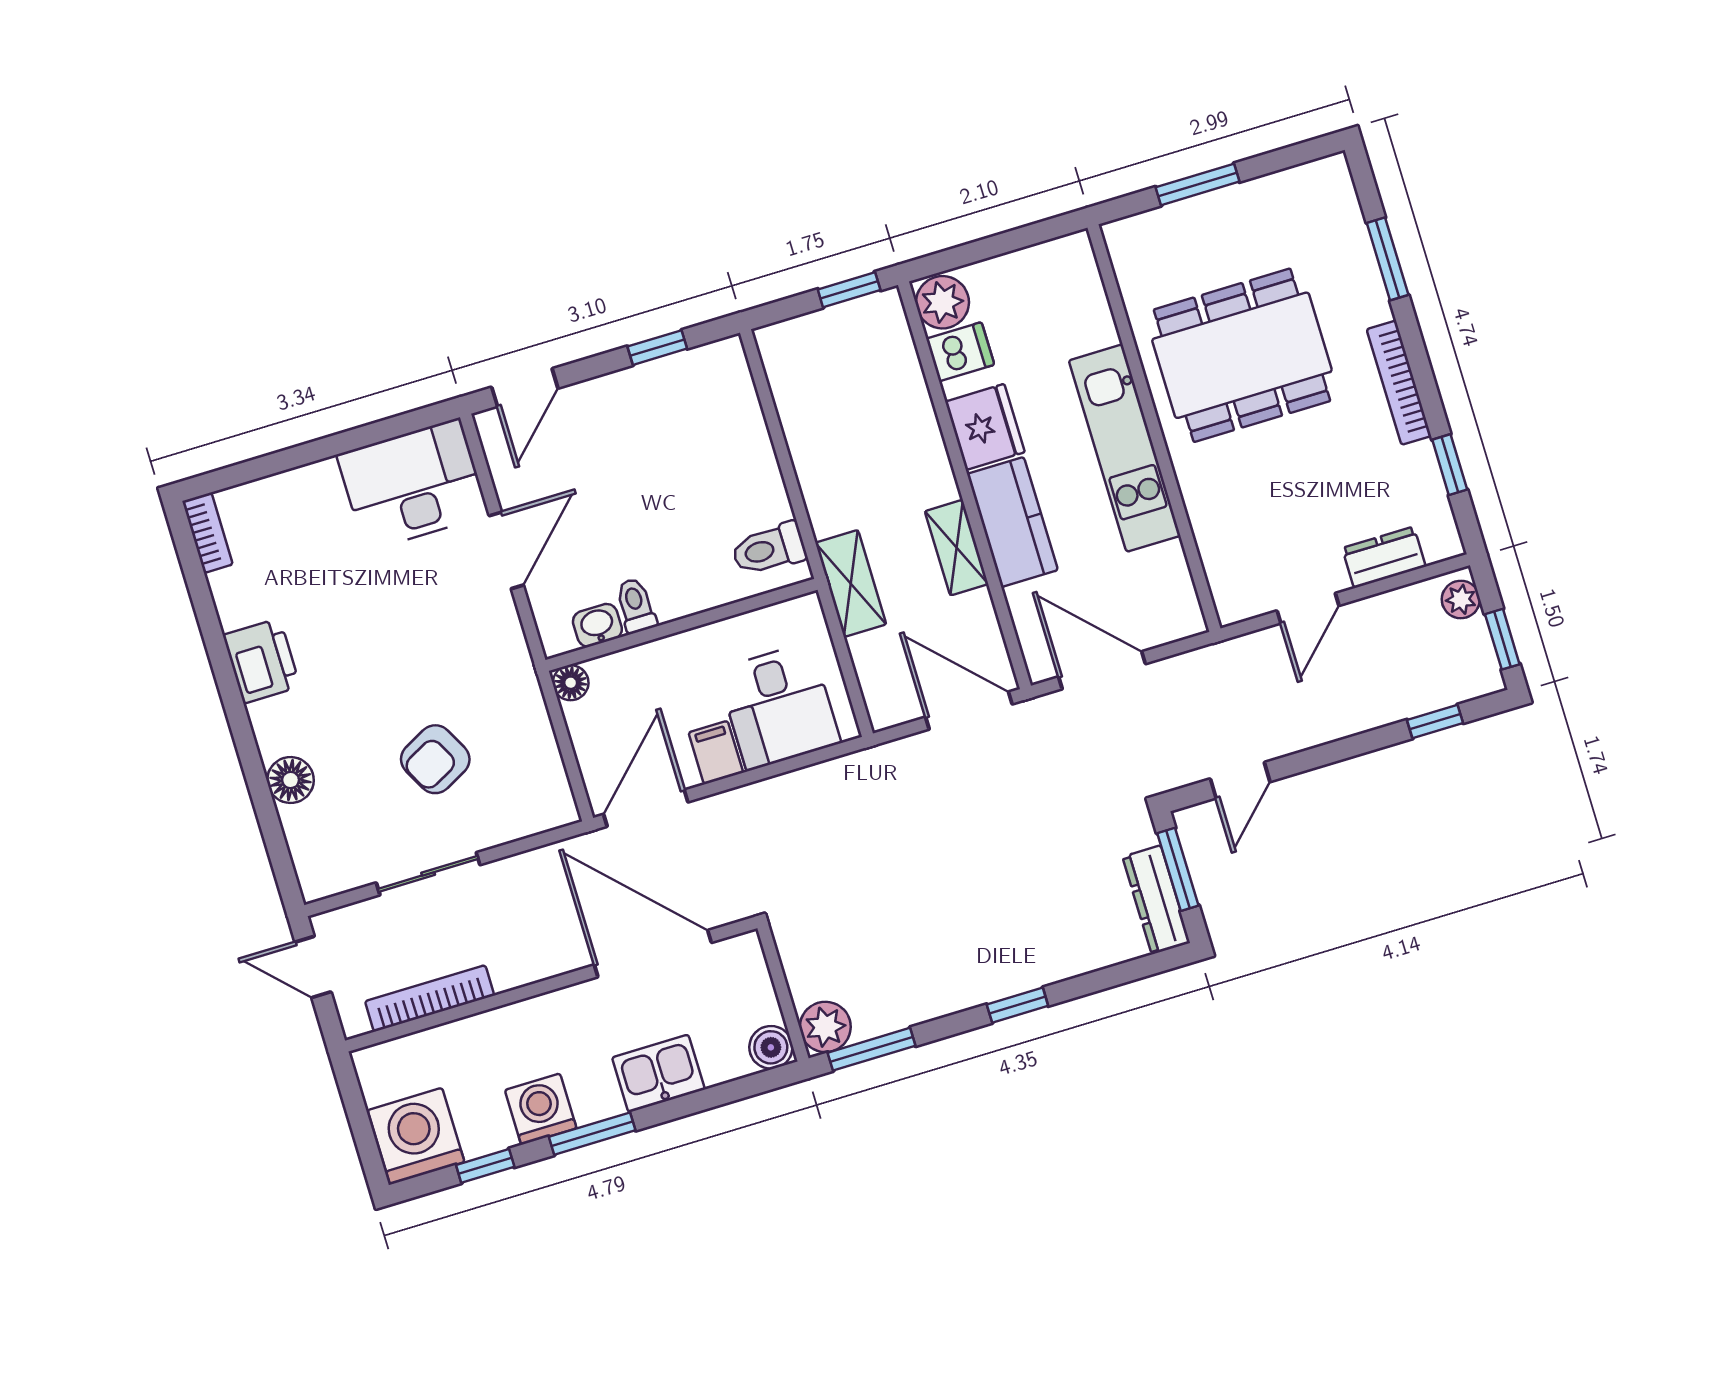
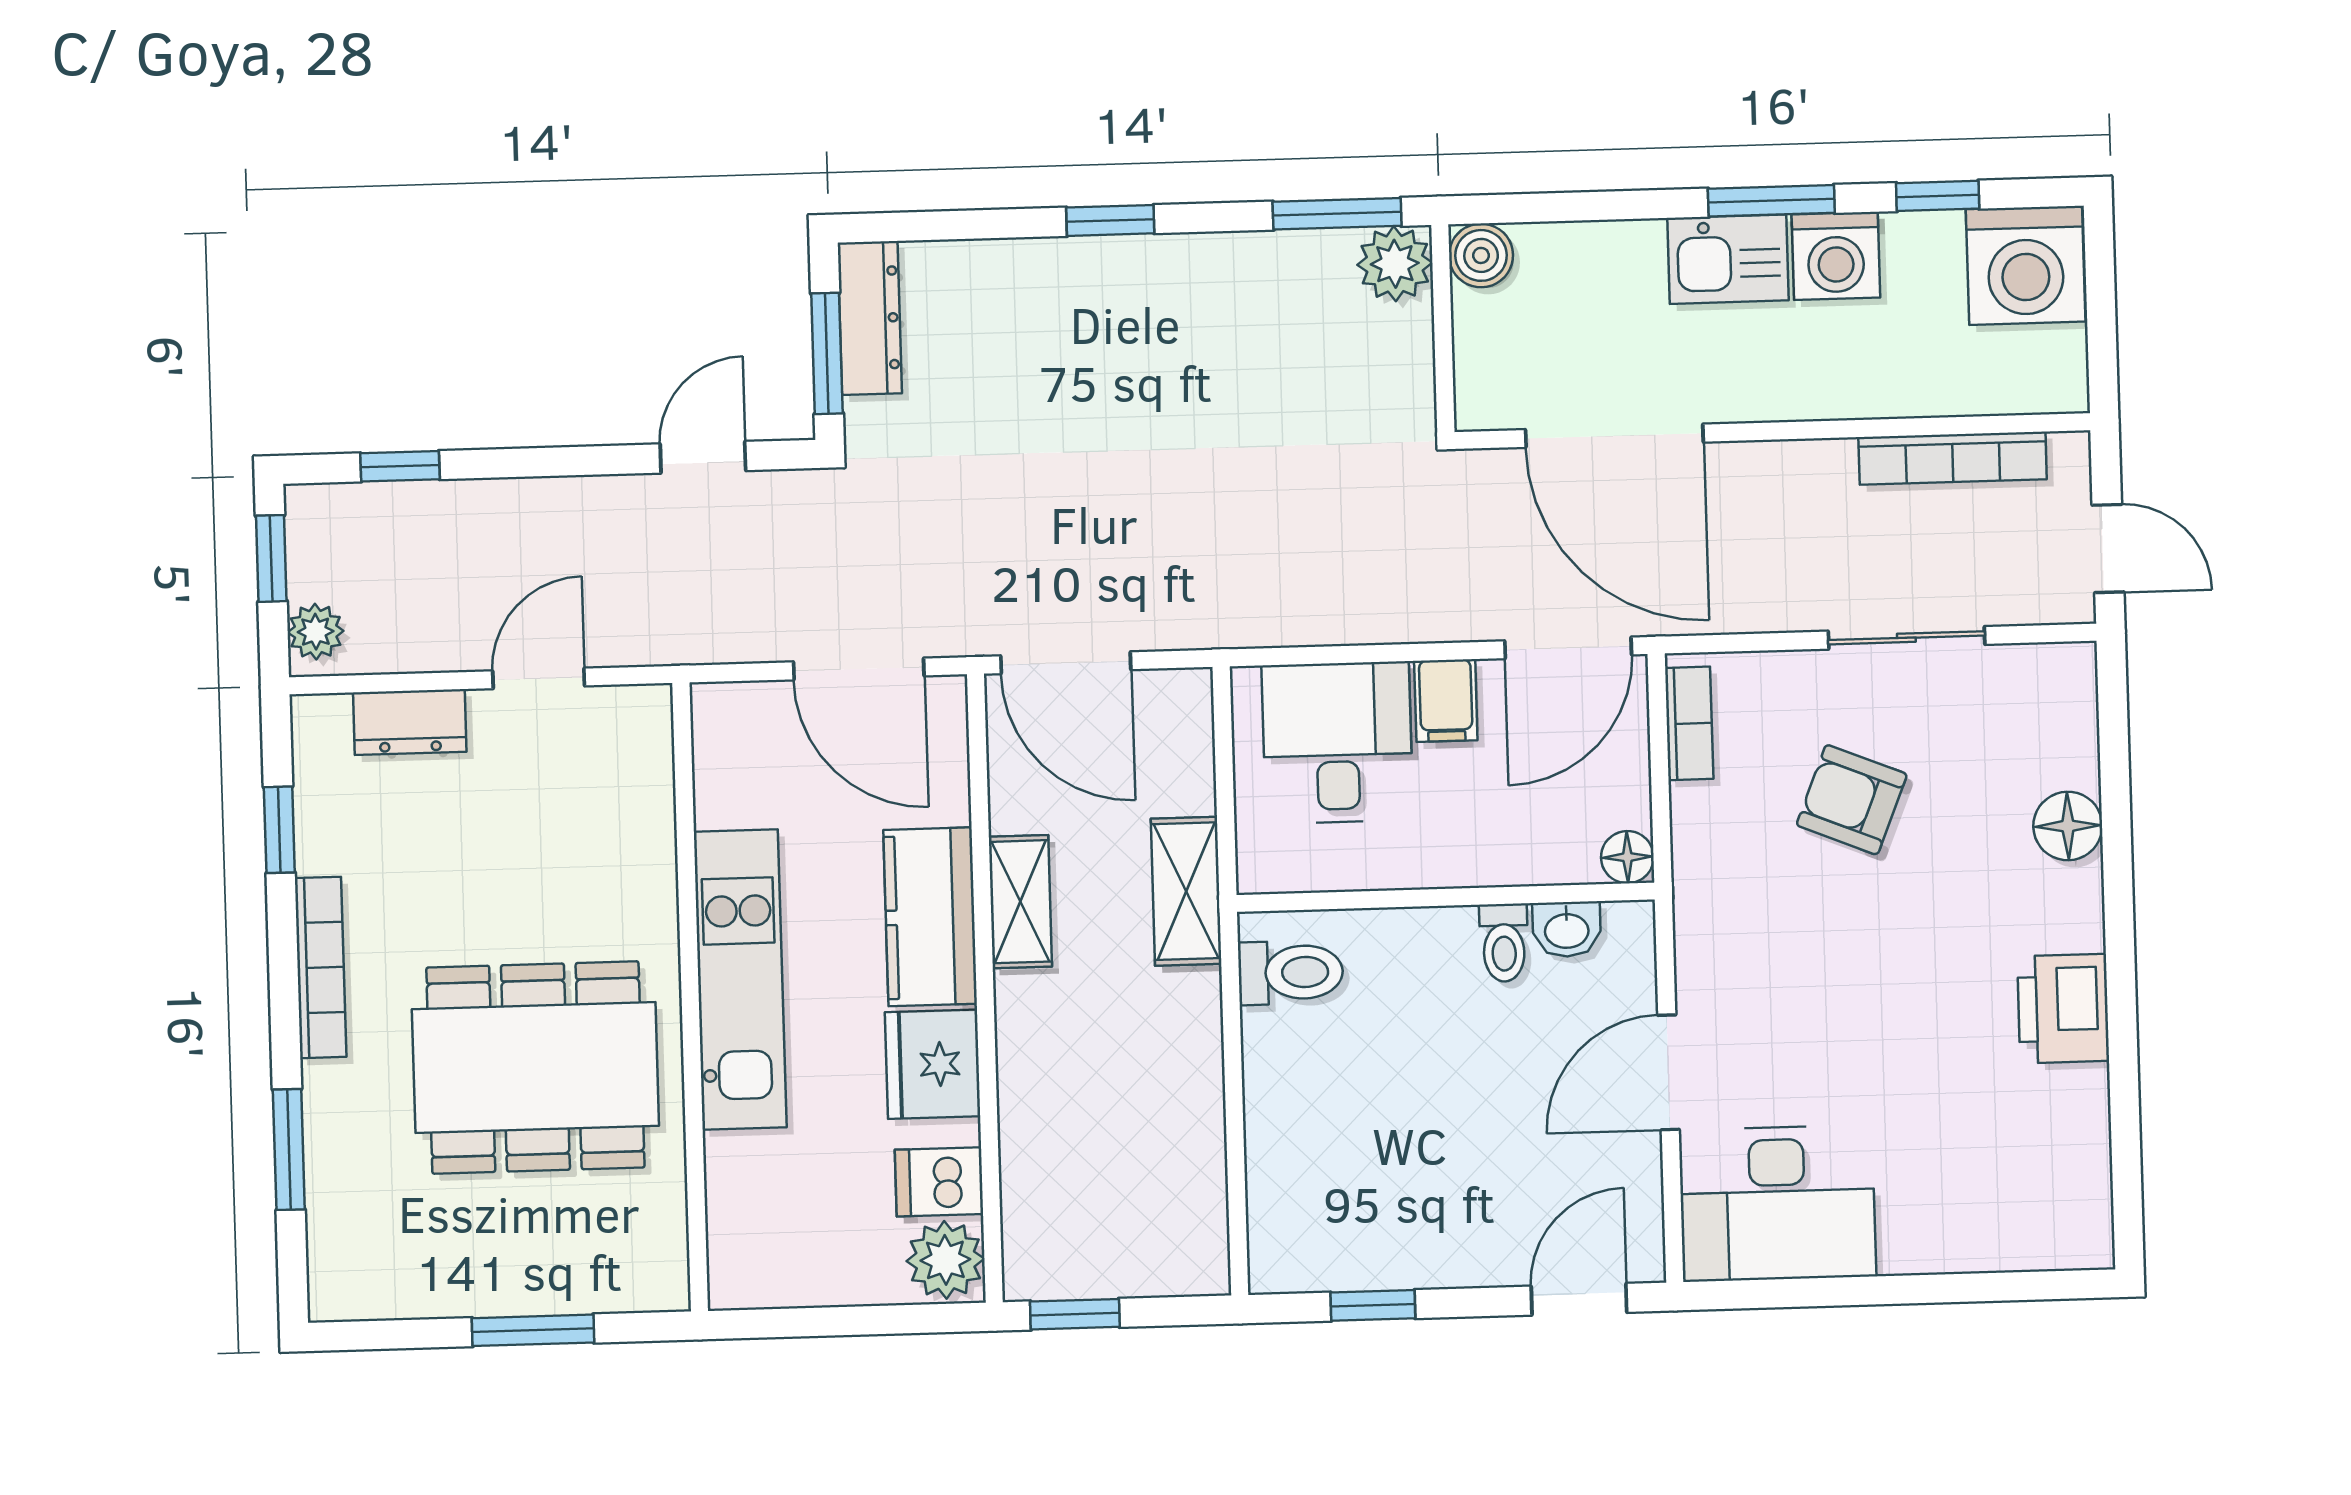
bookcase: (208, 533) -> (1689, 723), moved, turned 180
armchair: (435, 759) -> (1852, 800), turned -130
kitchen sink: (658, 1073) -> (1728, 259), moved

